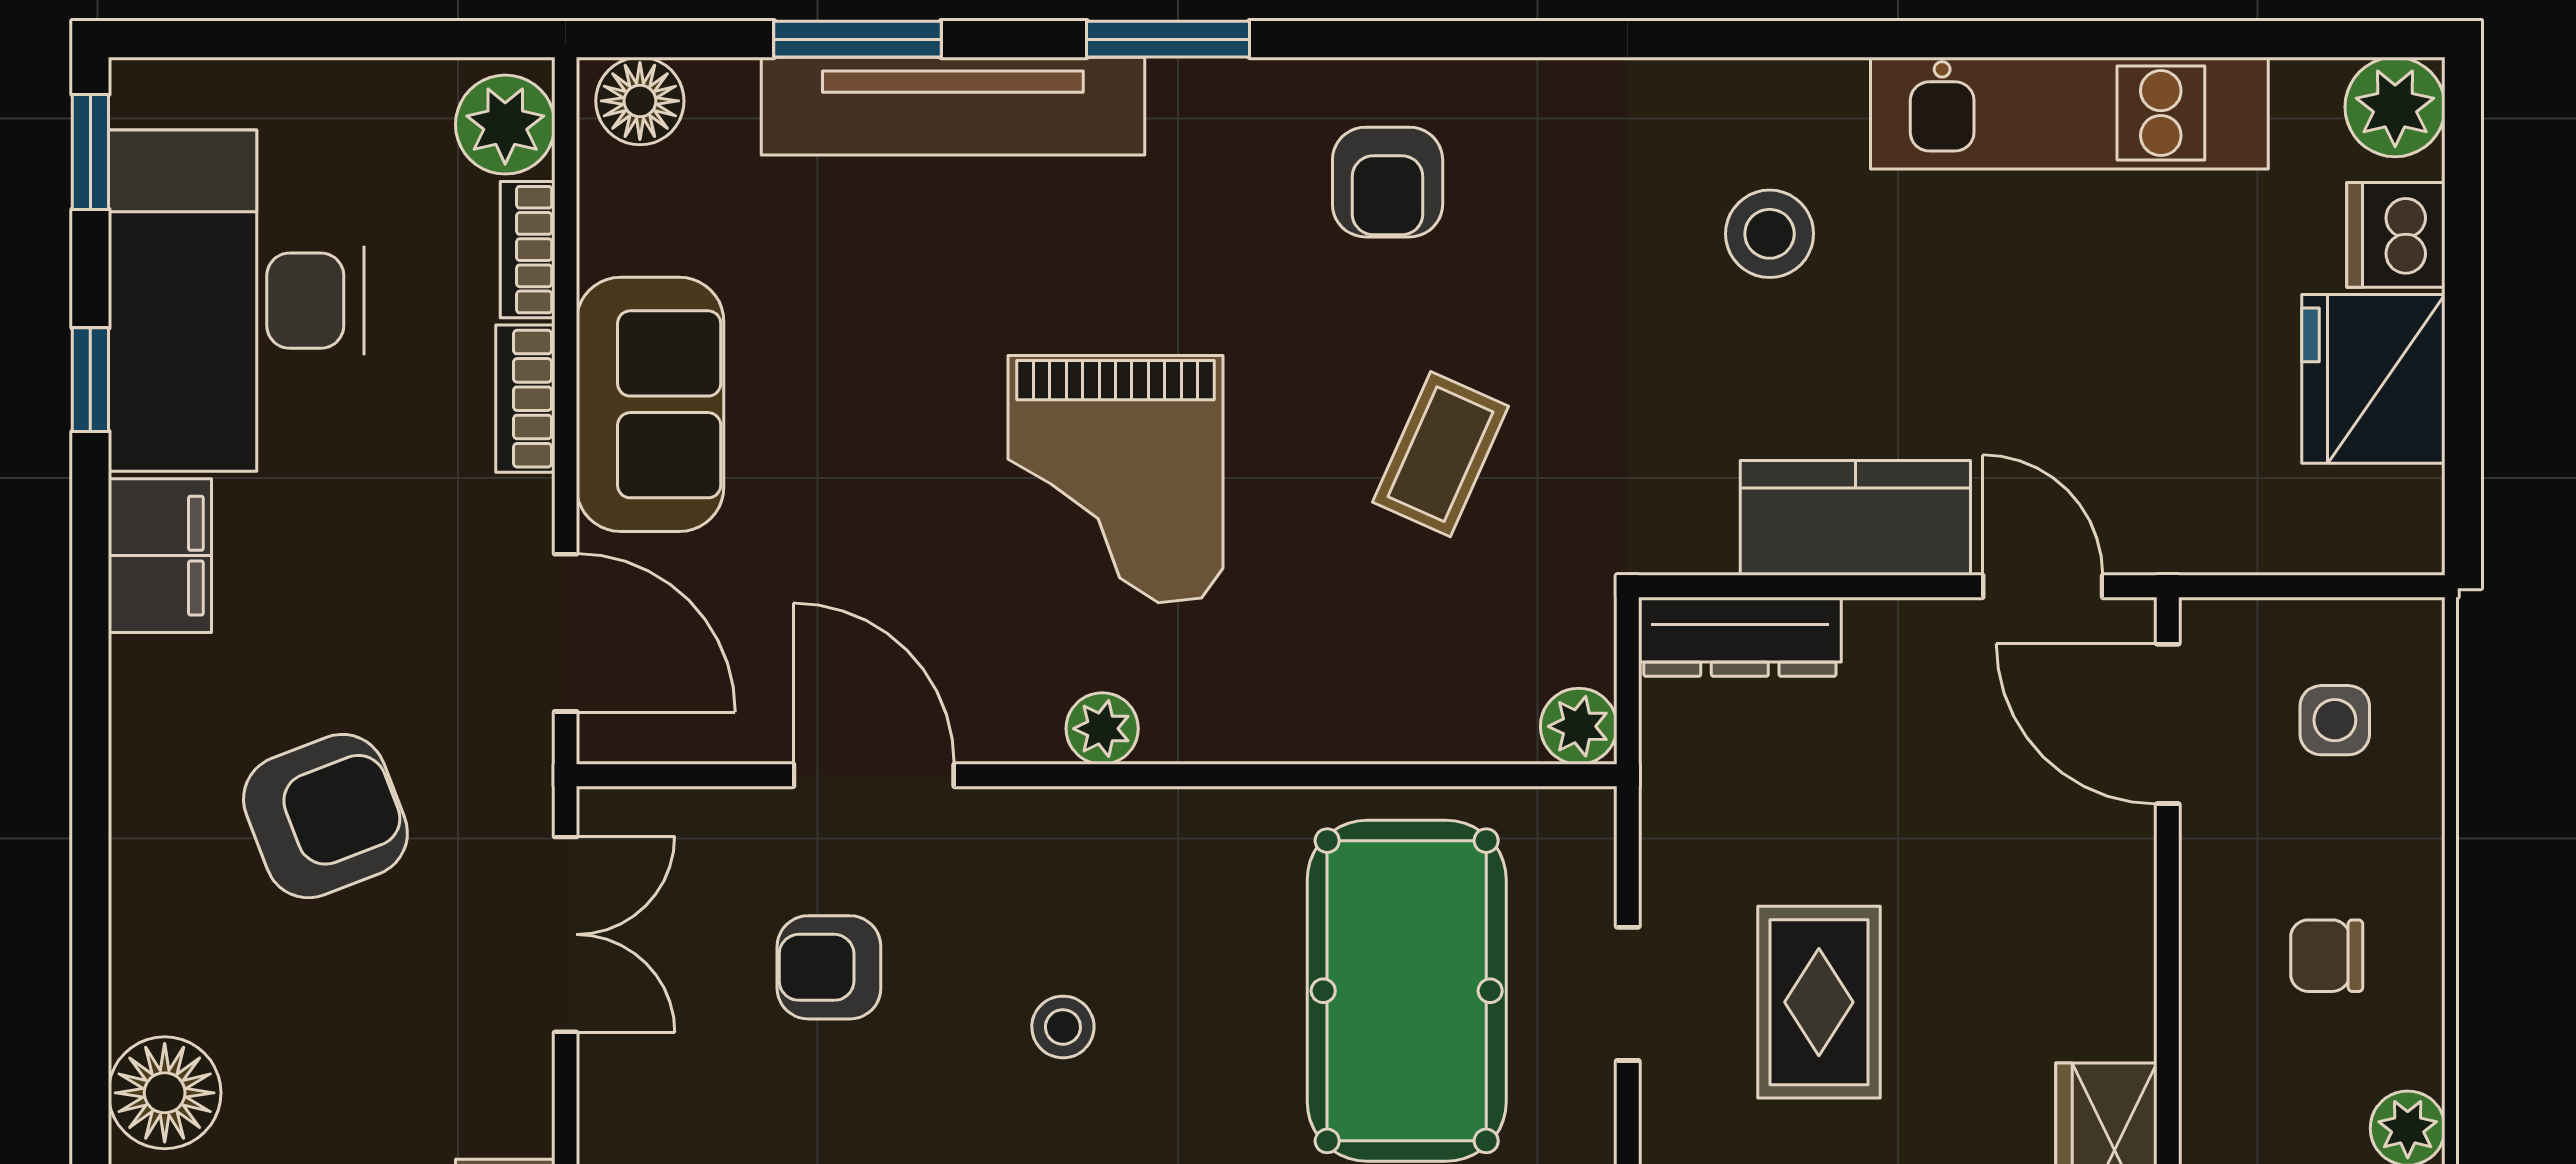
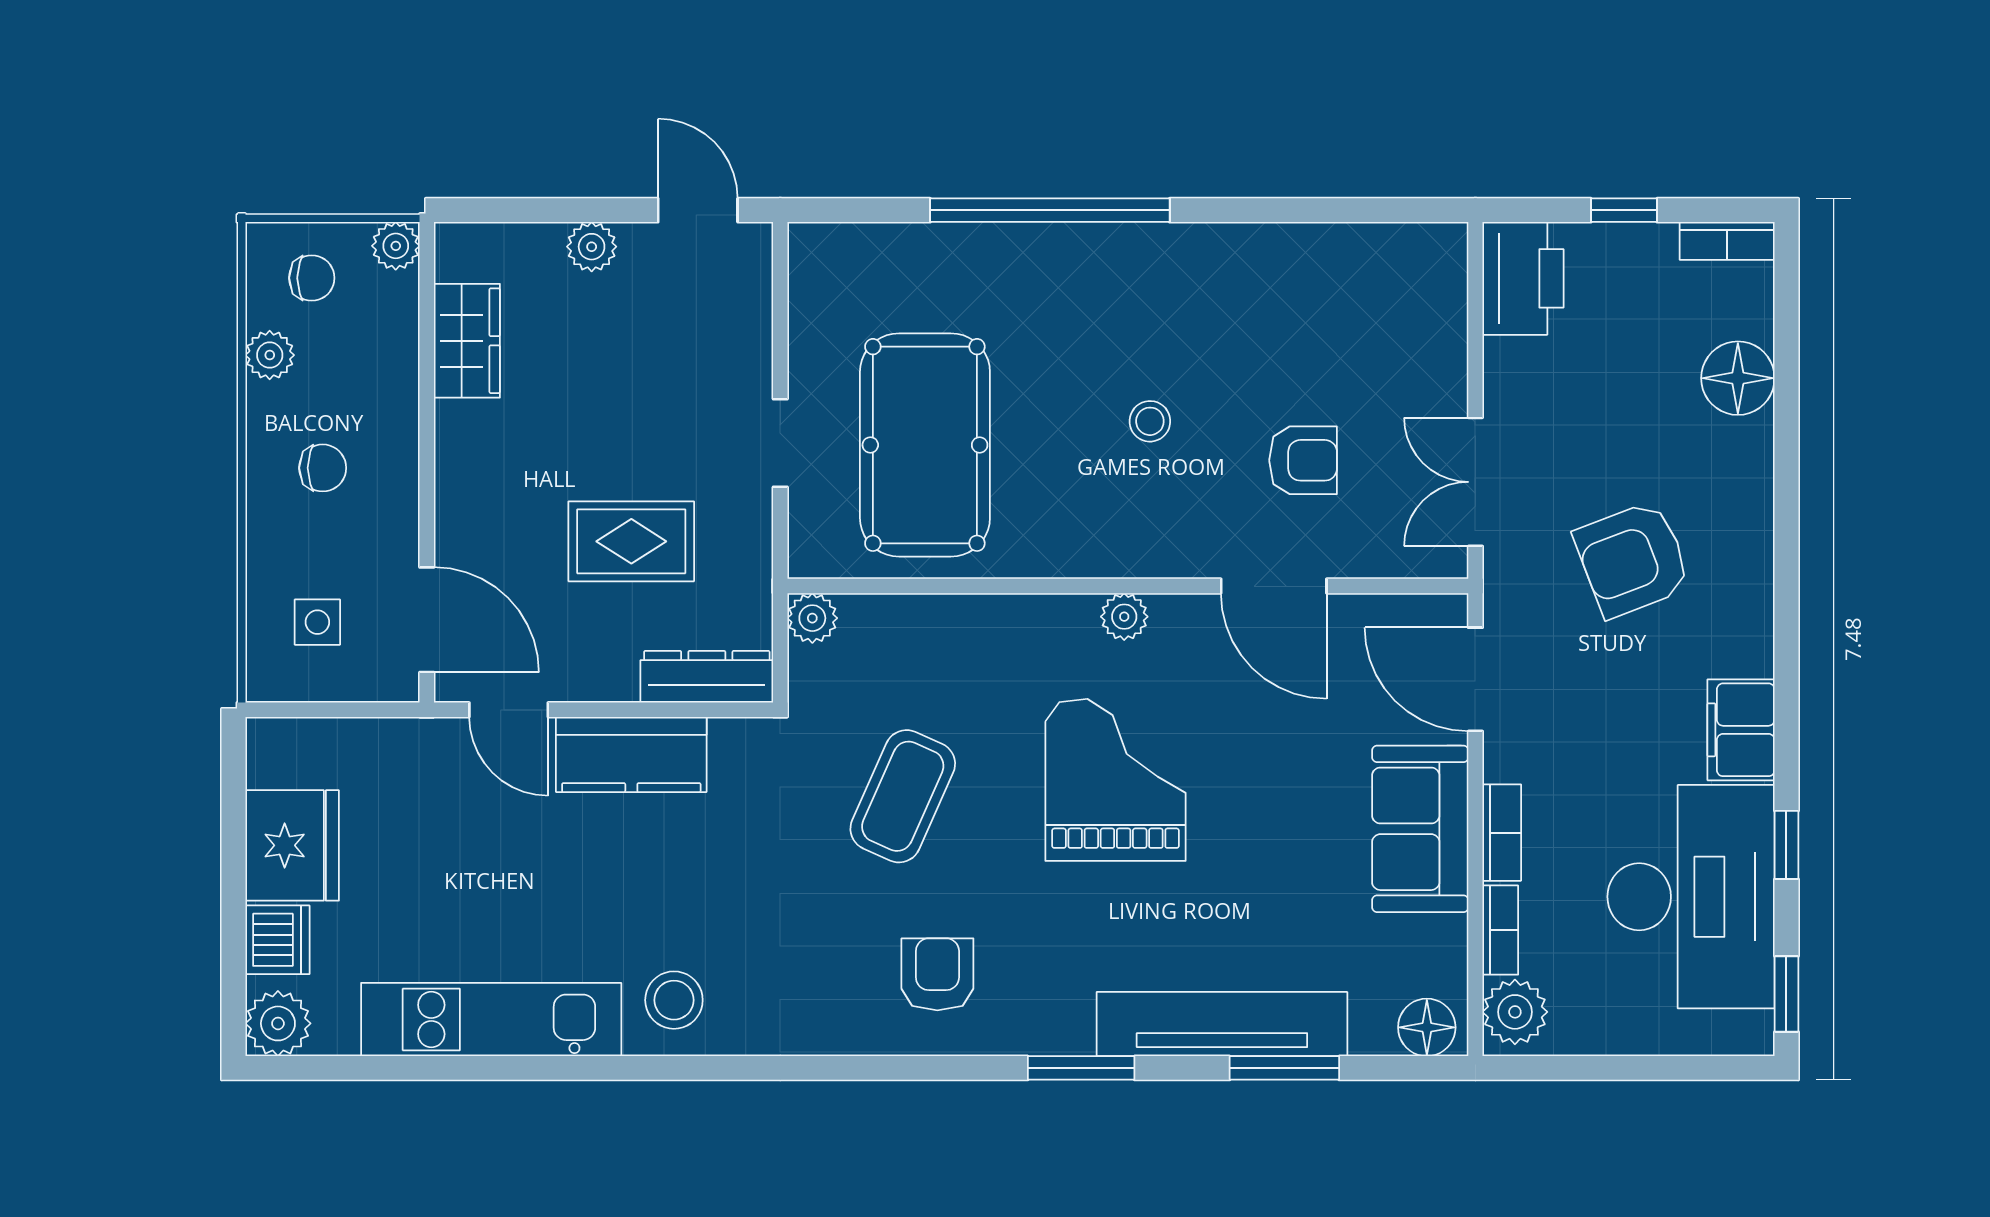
stool: (1770, 234) -> (674, 1000), moved
coffee table: (1441, 454) -> (903, 796), width x1.36, depth x1.30
rug: (1819, 1002) -> (631, 541), moved, turned 90

